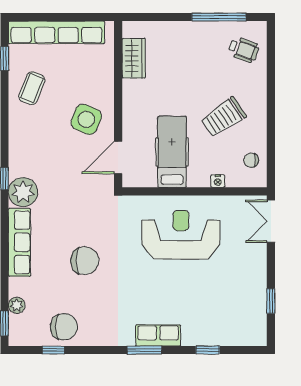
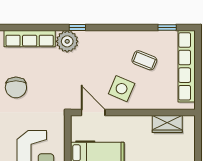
coffee table: (32, 88) -> (144, 60), moved

